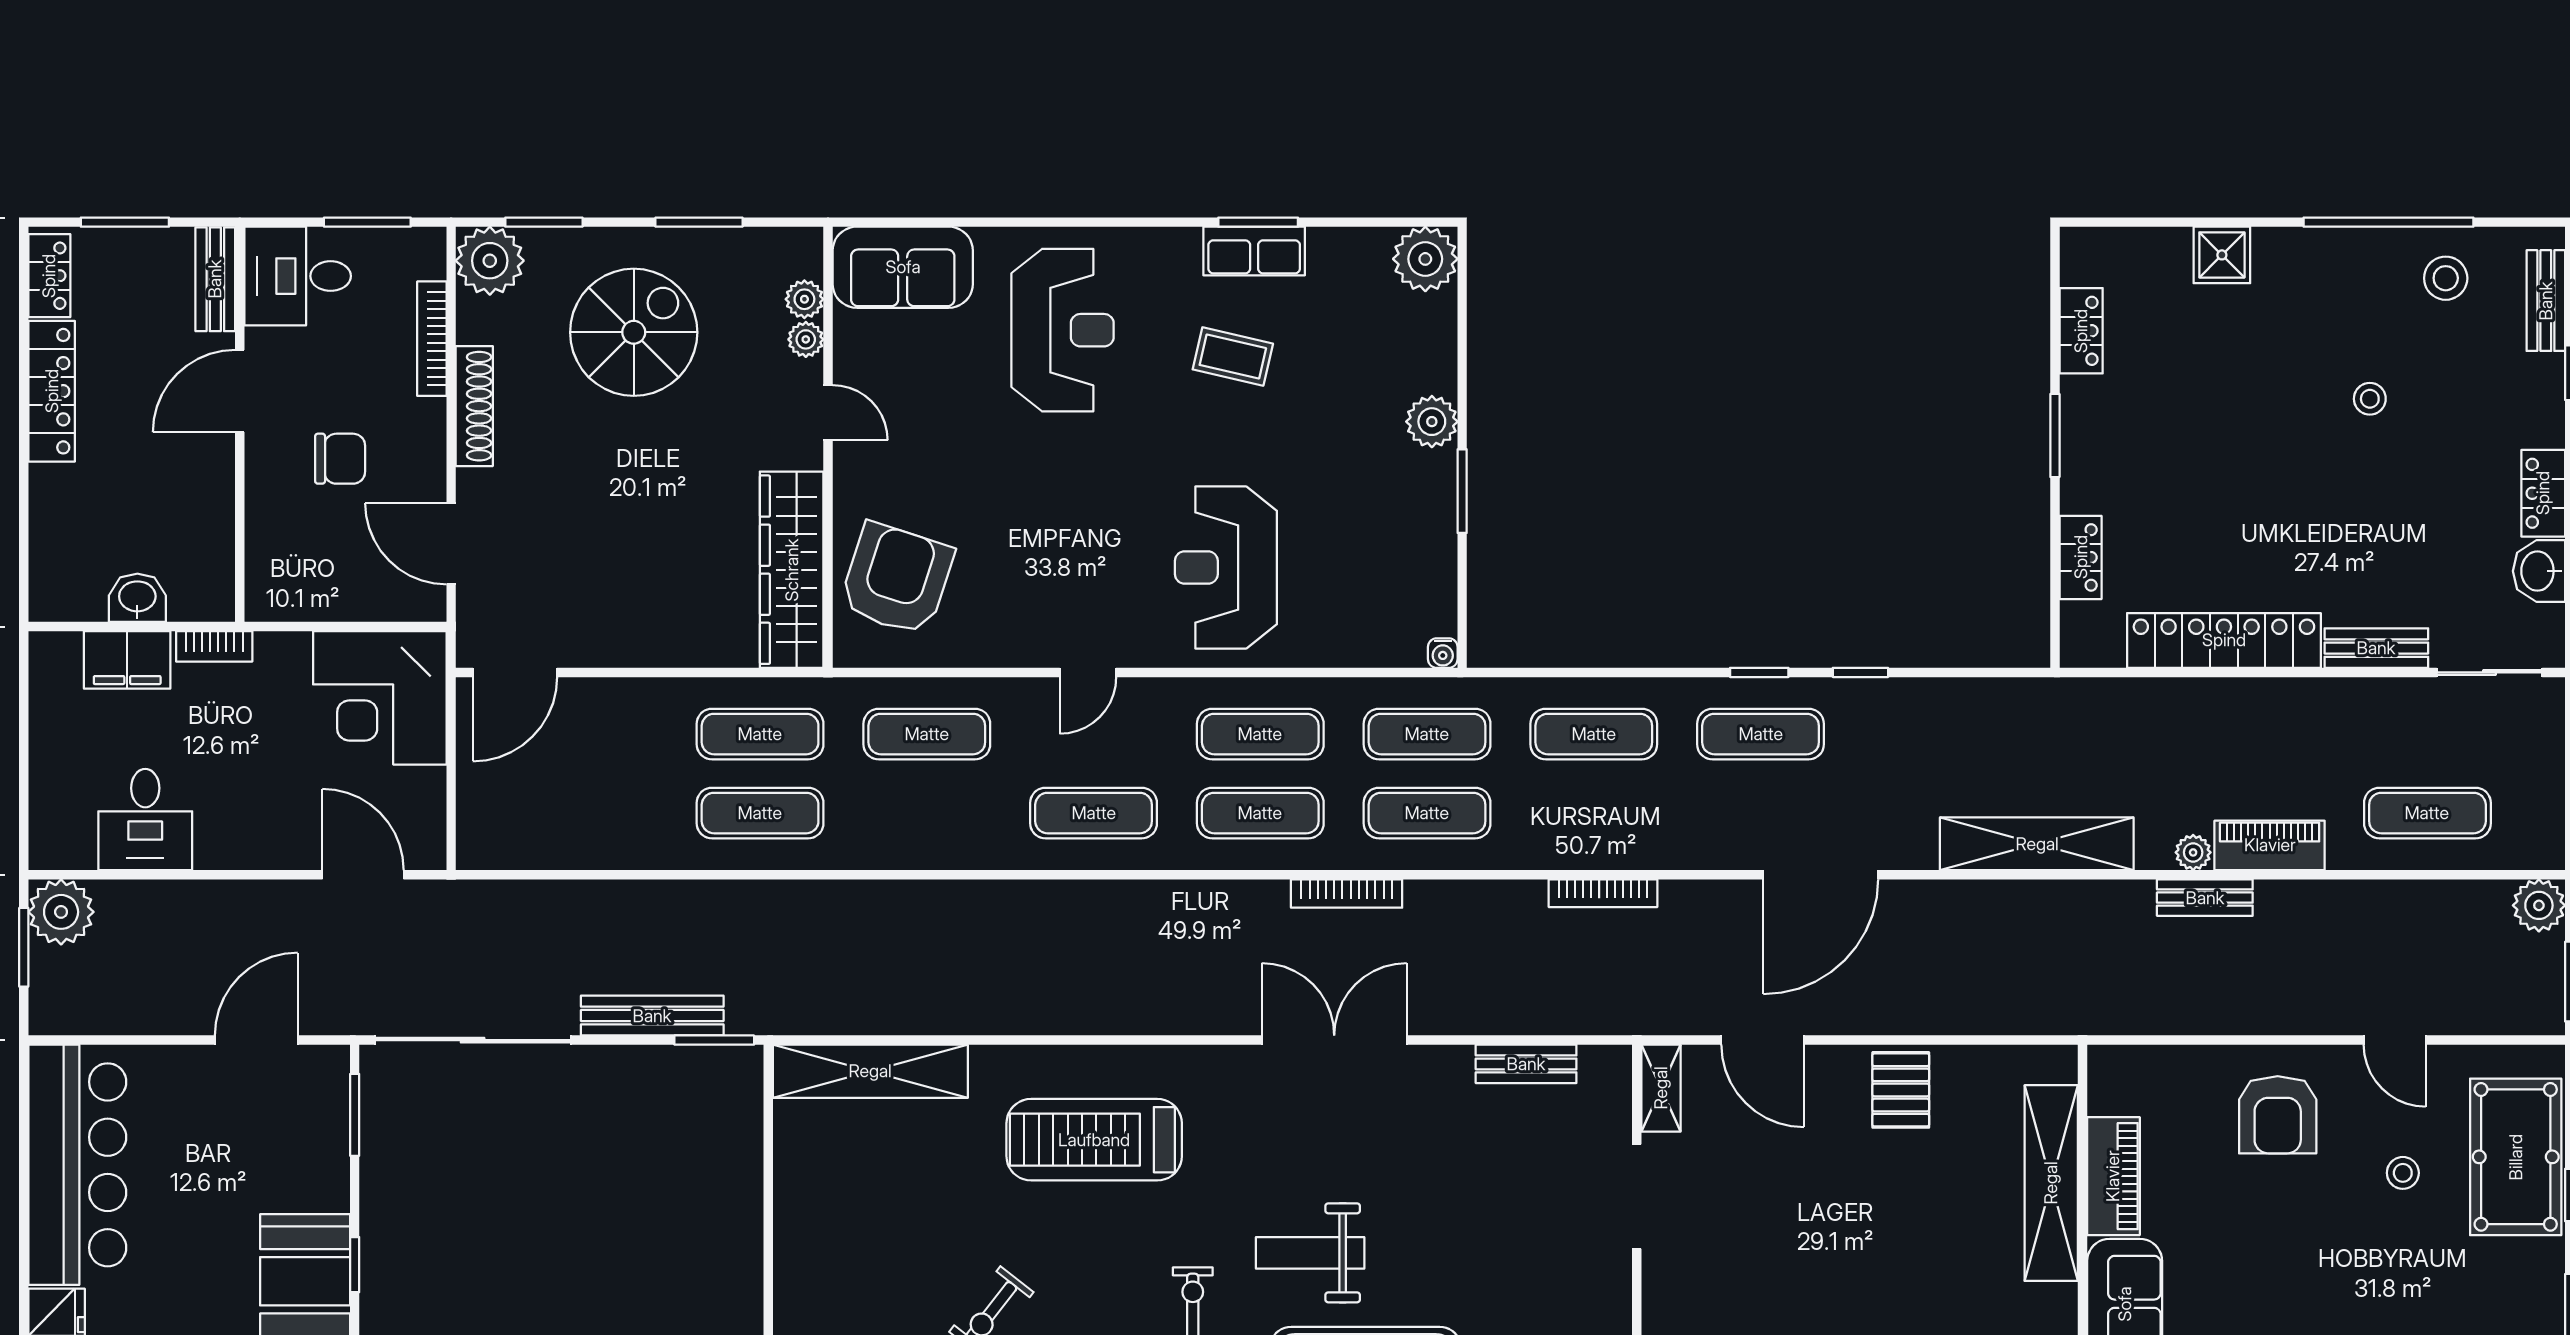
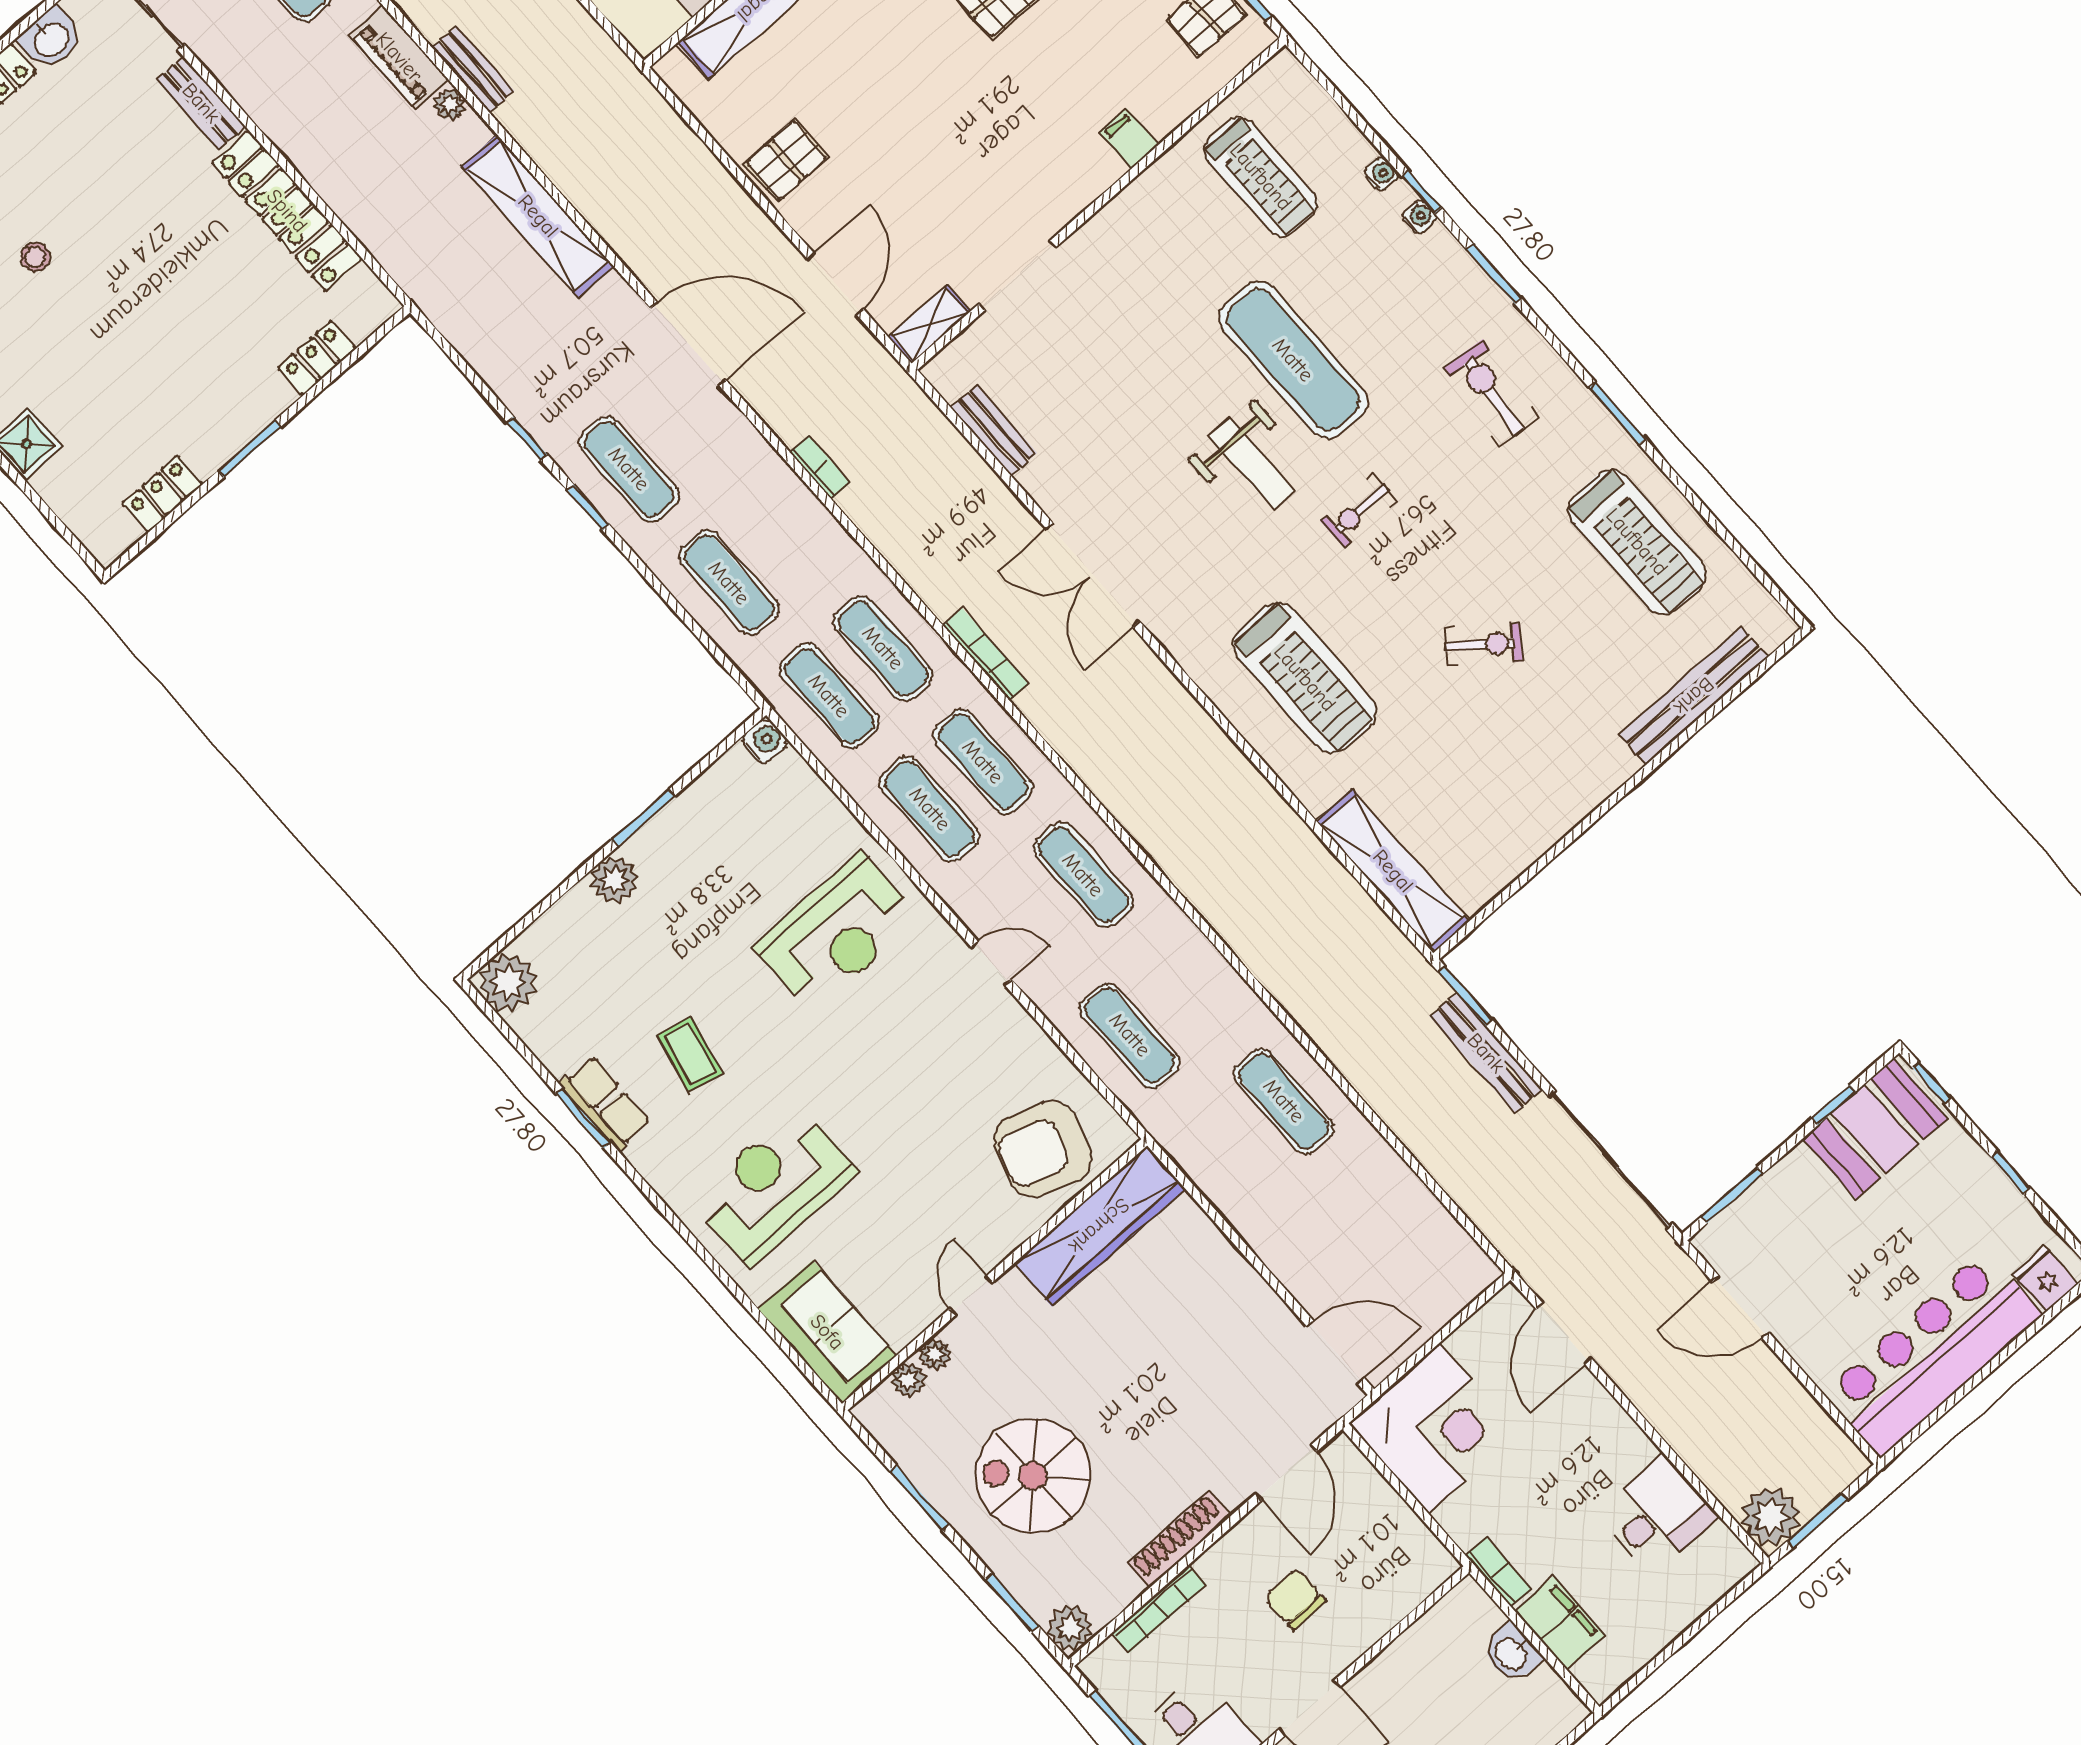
plant: (490, 261) -> (1070, 1628), width x0.73, depth x0.73
water cooler: (1443, 653) -> (764, 741), width x1.38, depth x1.38
exercise mat: (760, 734) -> (1230, 1149), removed
bookcase: (1603, 893) -> (820, 467), width x0.64

